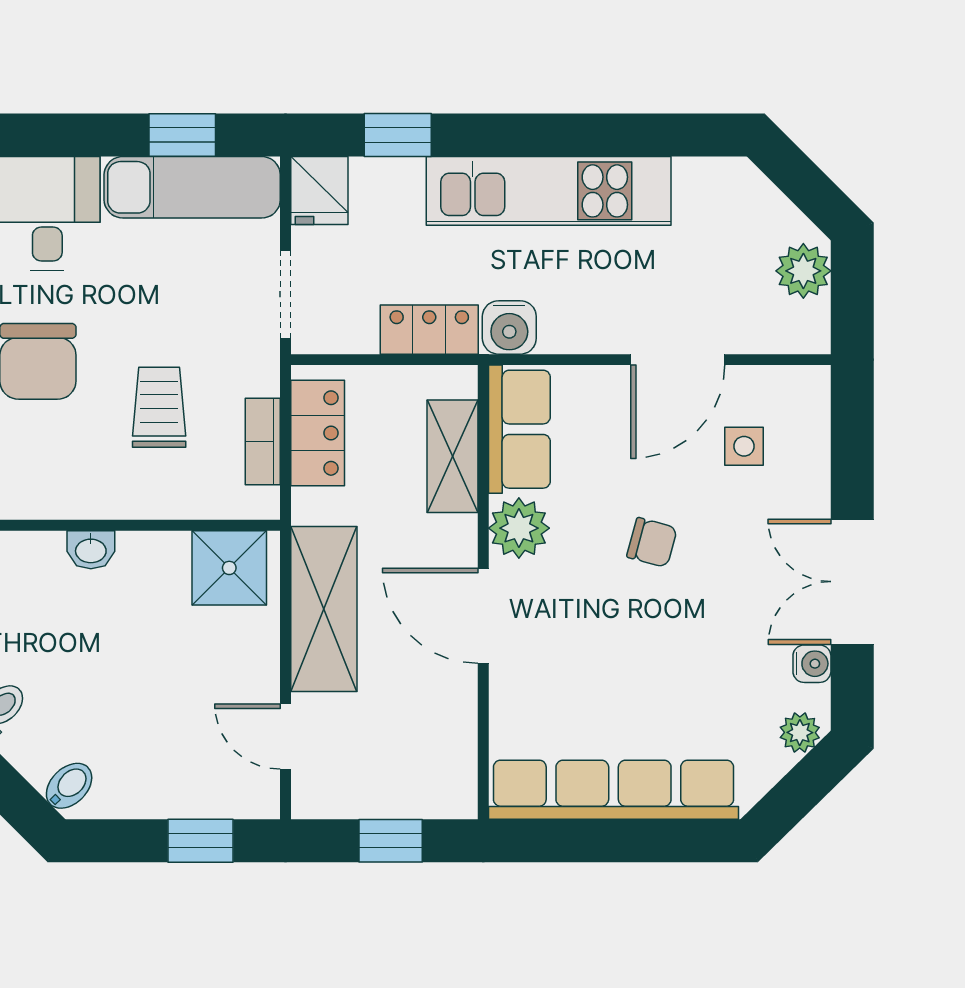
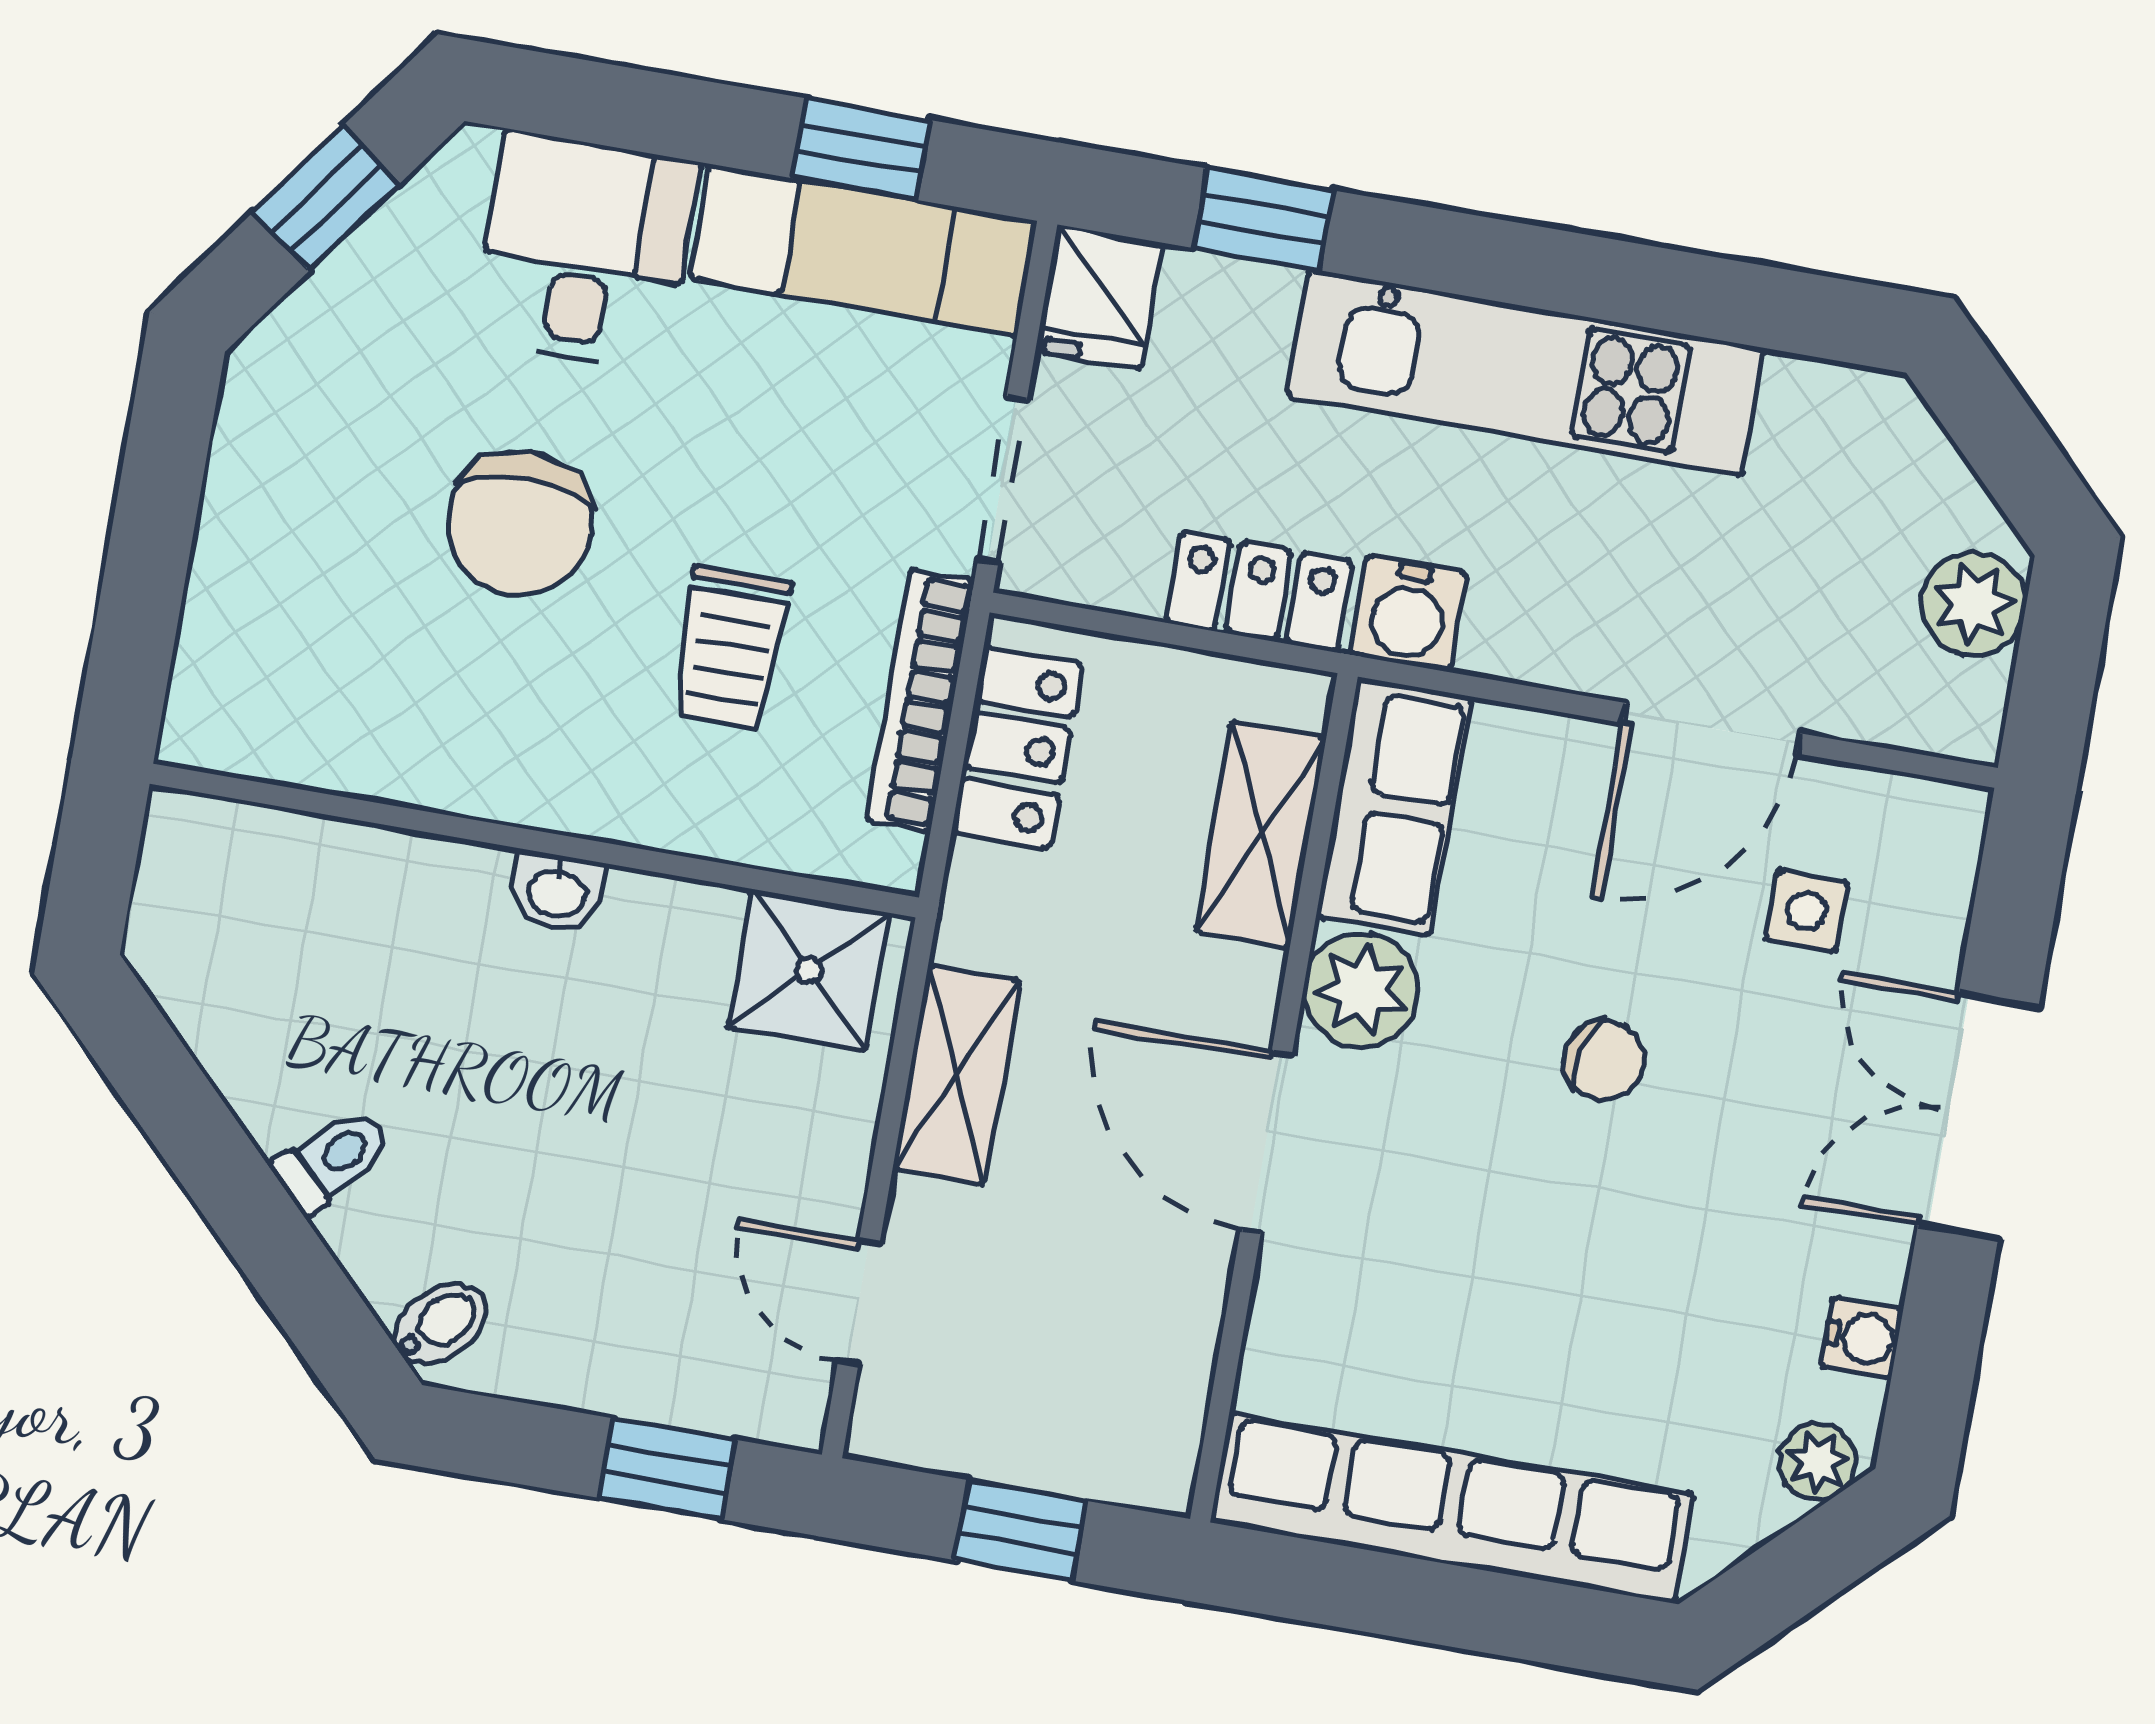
trolley: (159, 407) -> (731, 649), turned 180
bookcase: (263, 442) -> (920, 701), width x1.56
double door: (852, 582) -> (1978, 1116), moved
shelving: (324, 609) -> (956, 1075), width x0.67, depth x0.75

